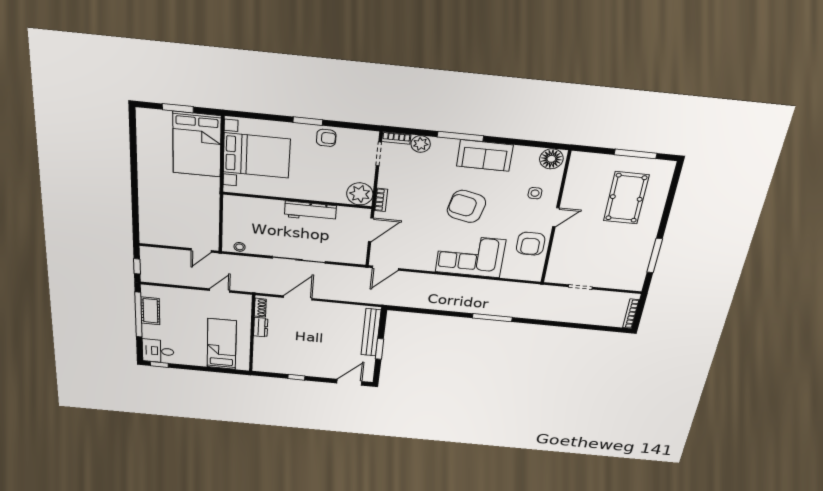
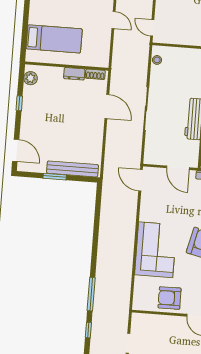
door: (220, 290) -> (114, 20), moved
window: (492, 318) -> (91, 294), moved
window: (560, 324) -> (88, 330), added
plant: (268, 366) -> (31, 78), added

